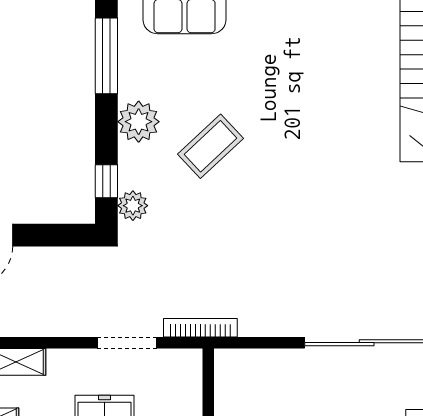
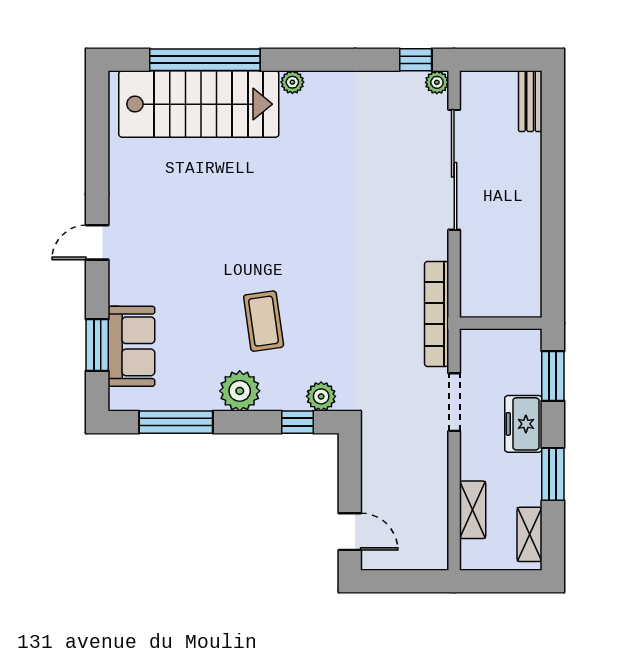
coffee table: (211, 146) -> (264, 321), turned 35
bookcase: (200, 328) -> (437, 314), width x1.48, depth x1.31

